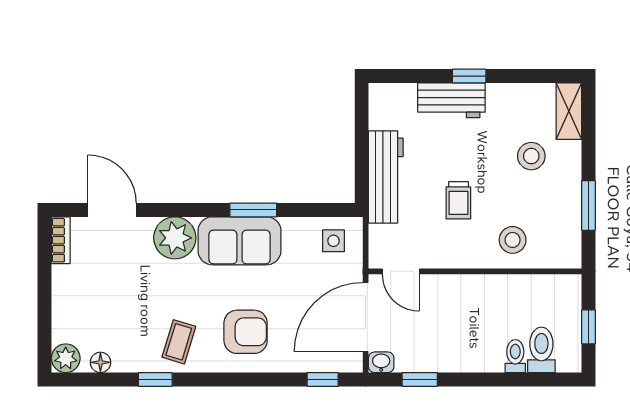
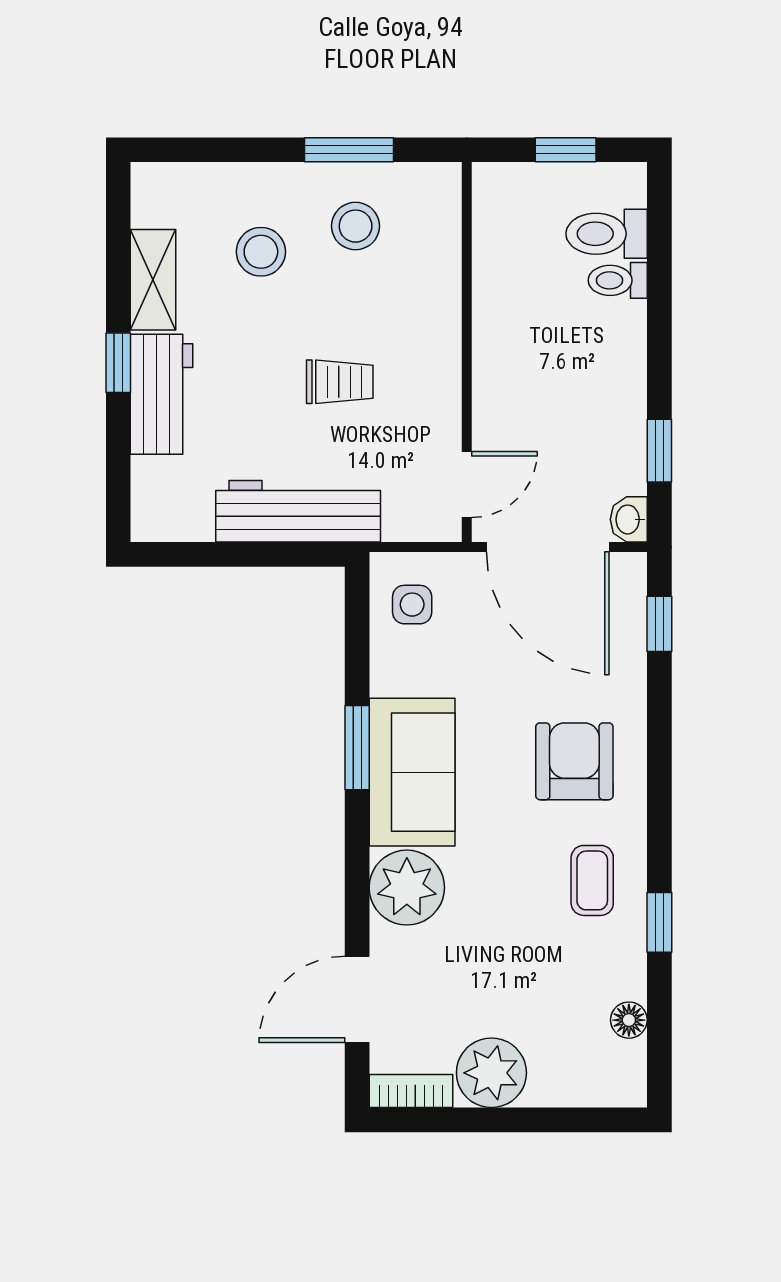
shelving: (569, 111) -> (153, 280), moved, turned 90
stool: (513, 240) -> (356, 226), moved
coffee table: (179, 342) -> (592, 880), turned 73
plant: (66, 358) -> (491, 1073), moved, width x1.36, depth x1.36

